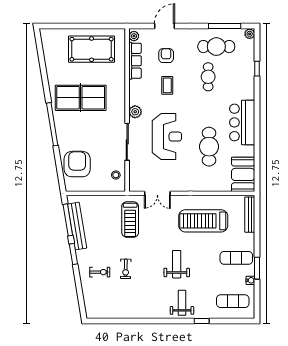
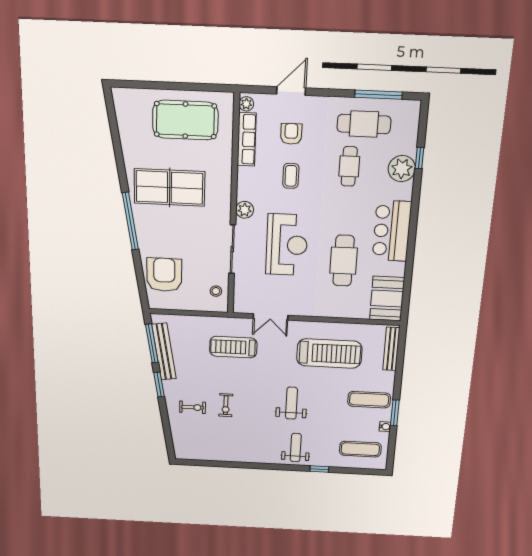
plant: (250, 34) -> (402, 169), moved, width x1.88, depth x1.88
treadmill: (130, 219) -> (233, 347), turned 90
treadmill: (203, 221) -> (329, 353), turned 180

